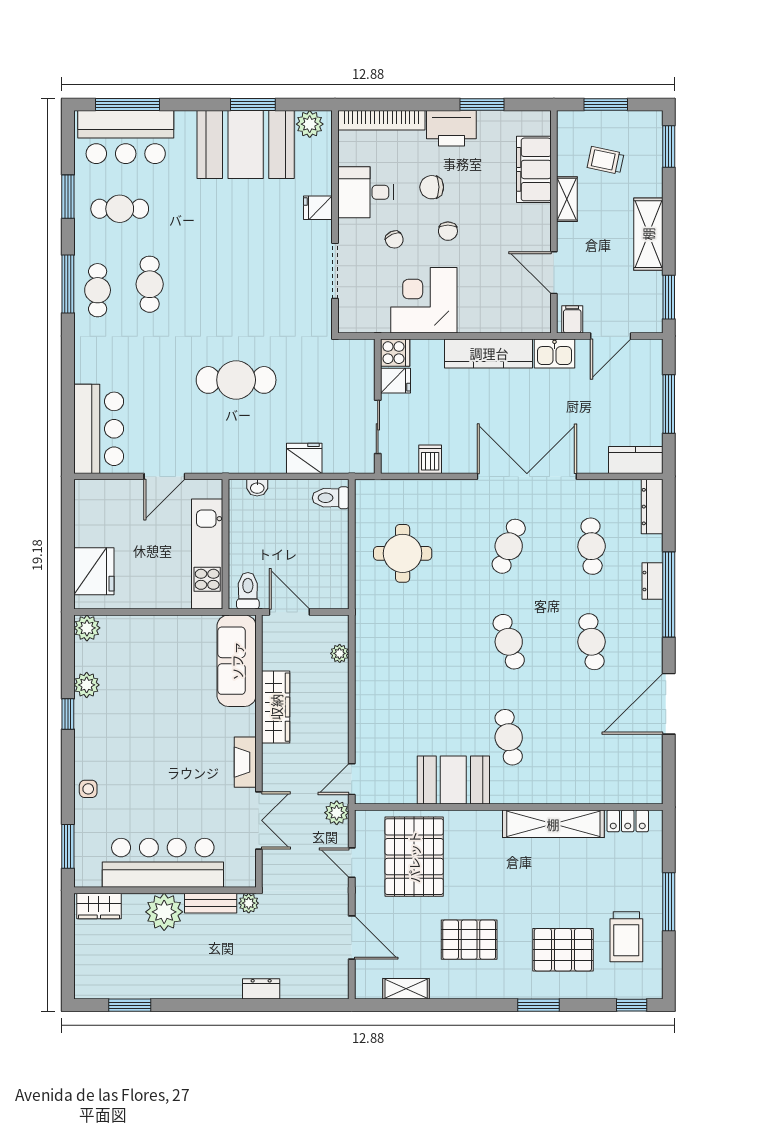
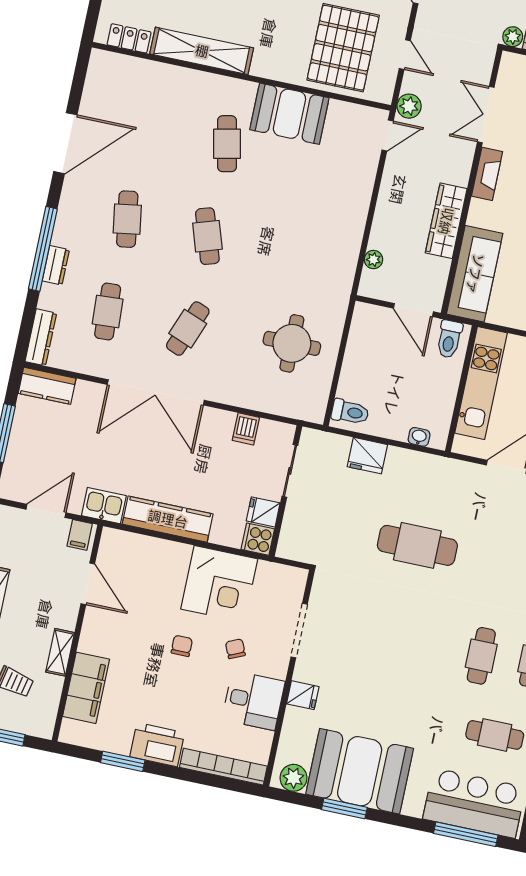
chair: (432, 187) -> (188, 692), removed

